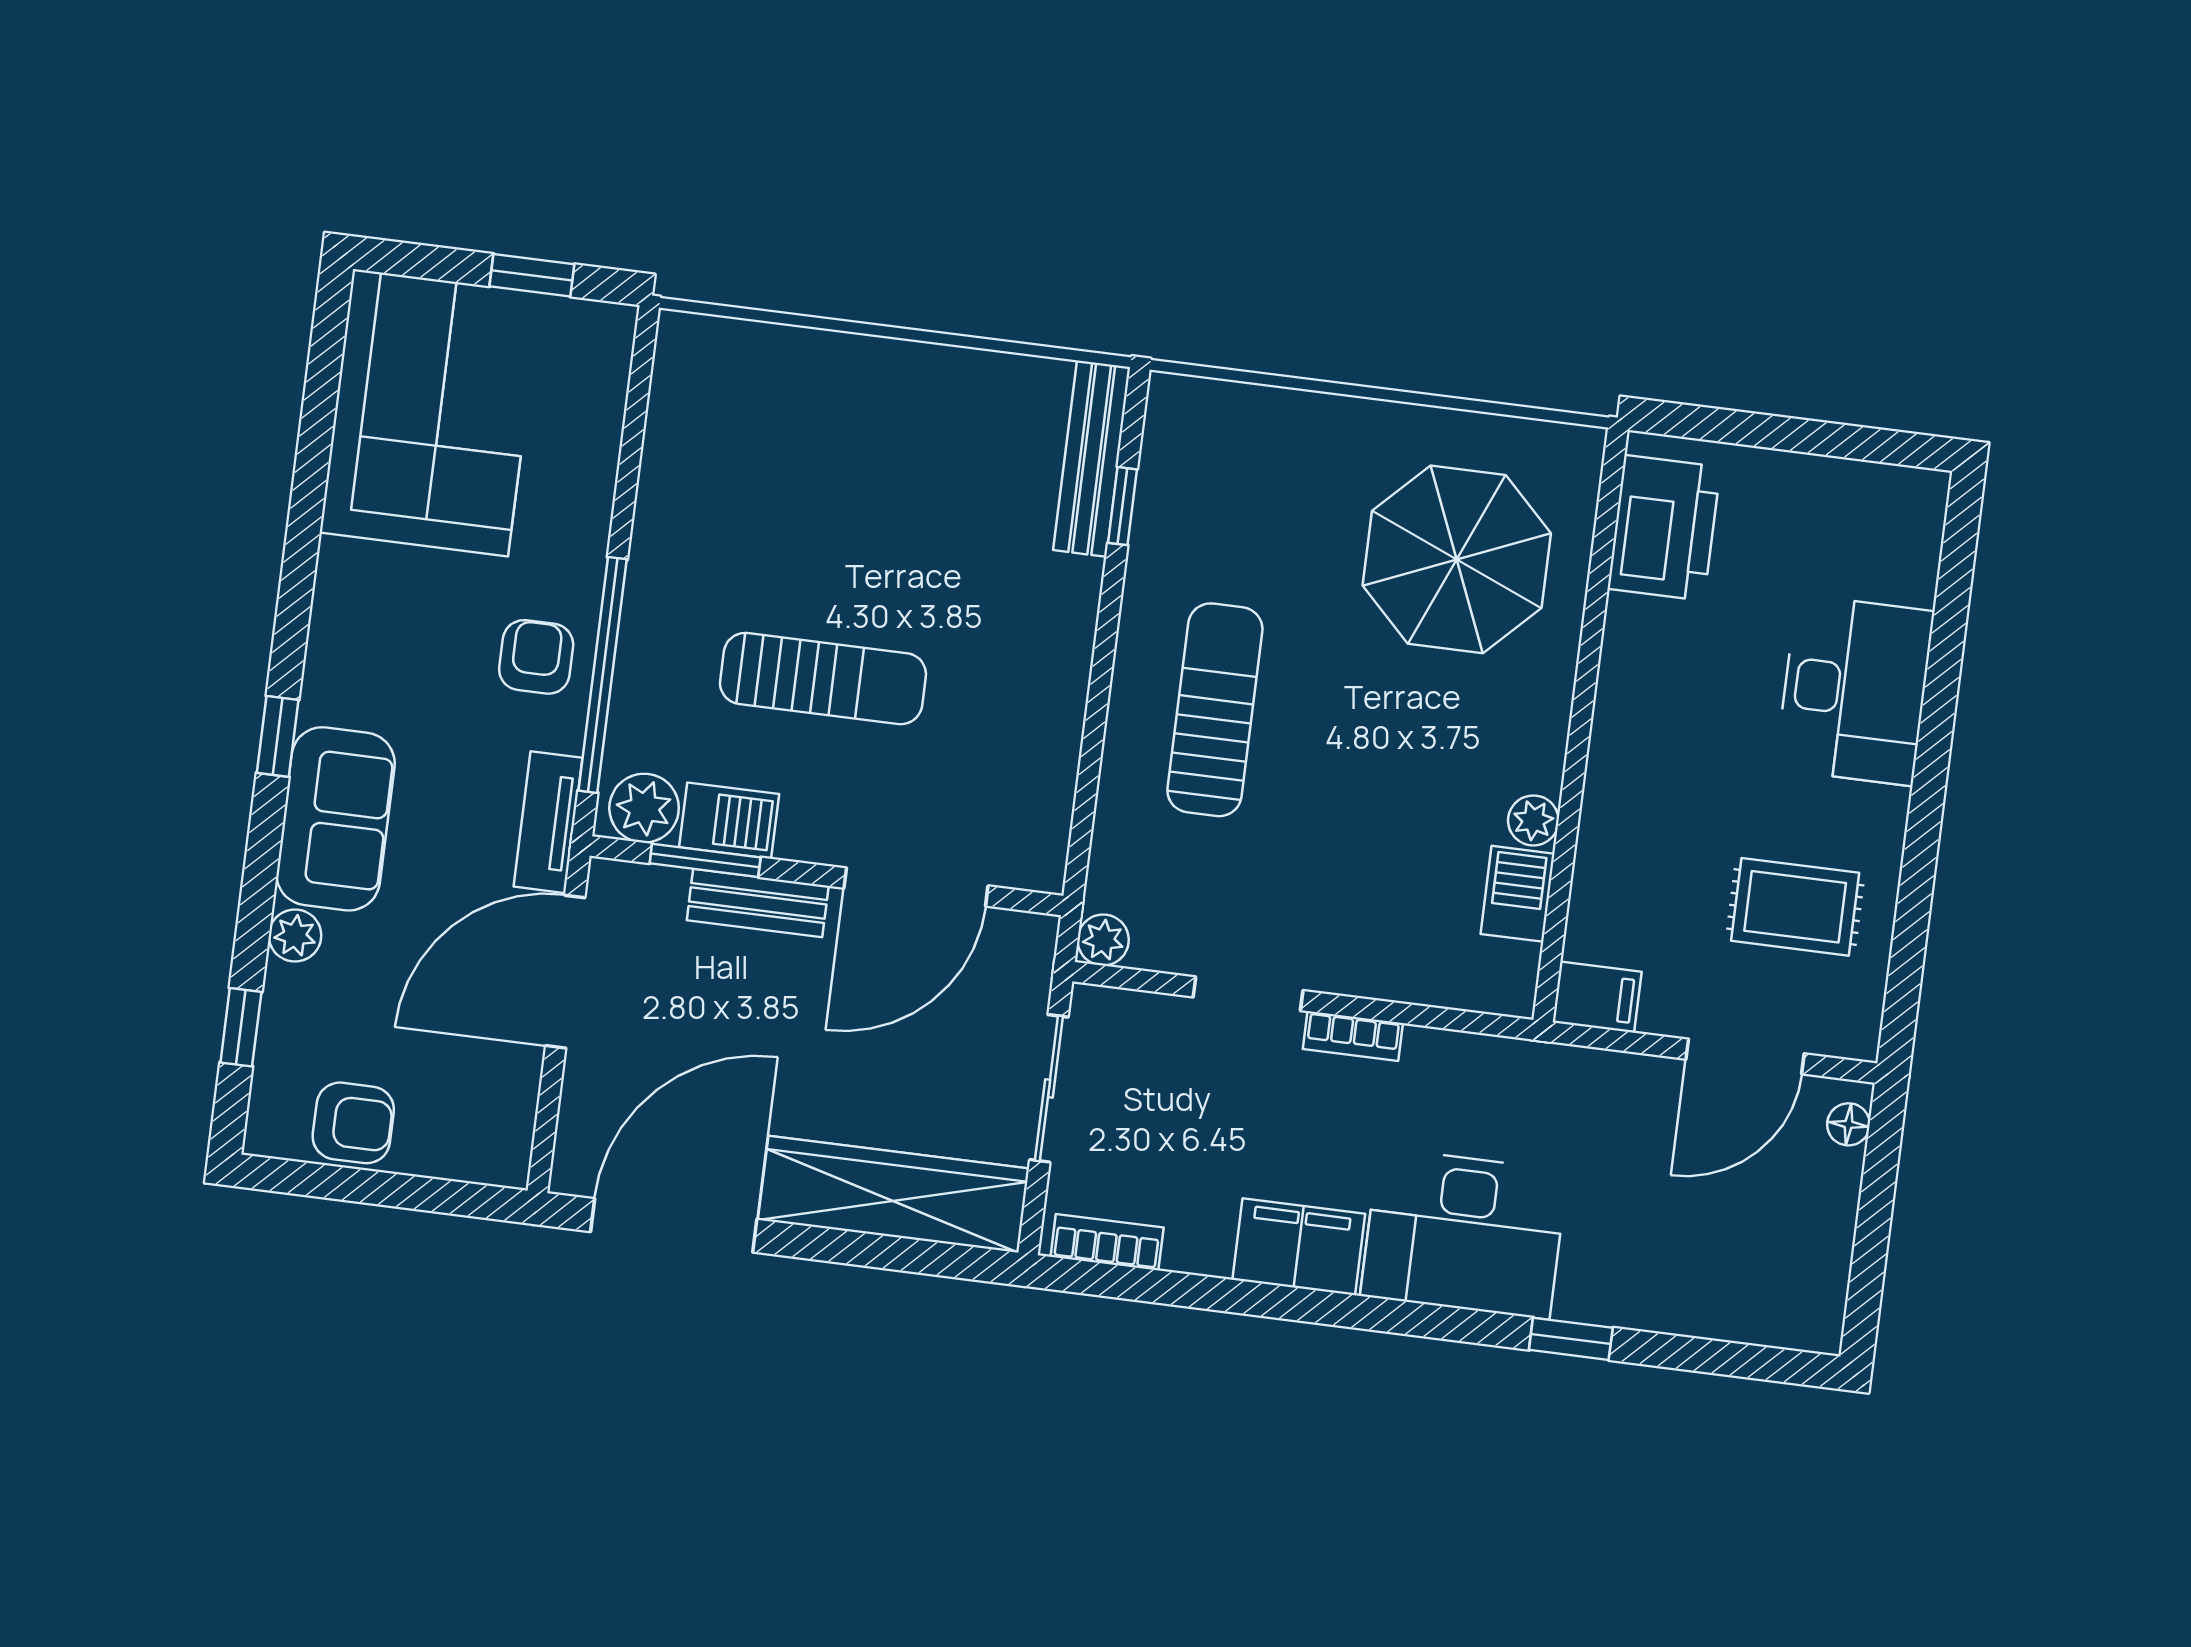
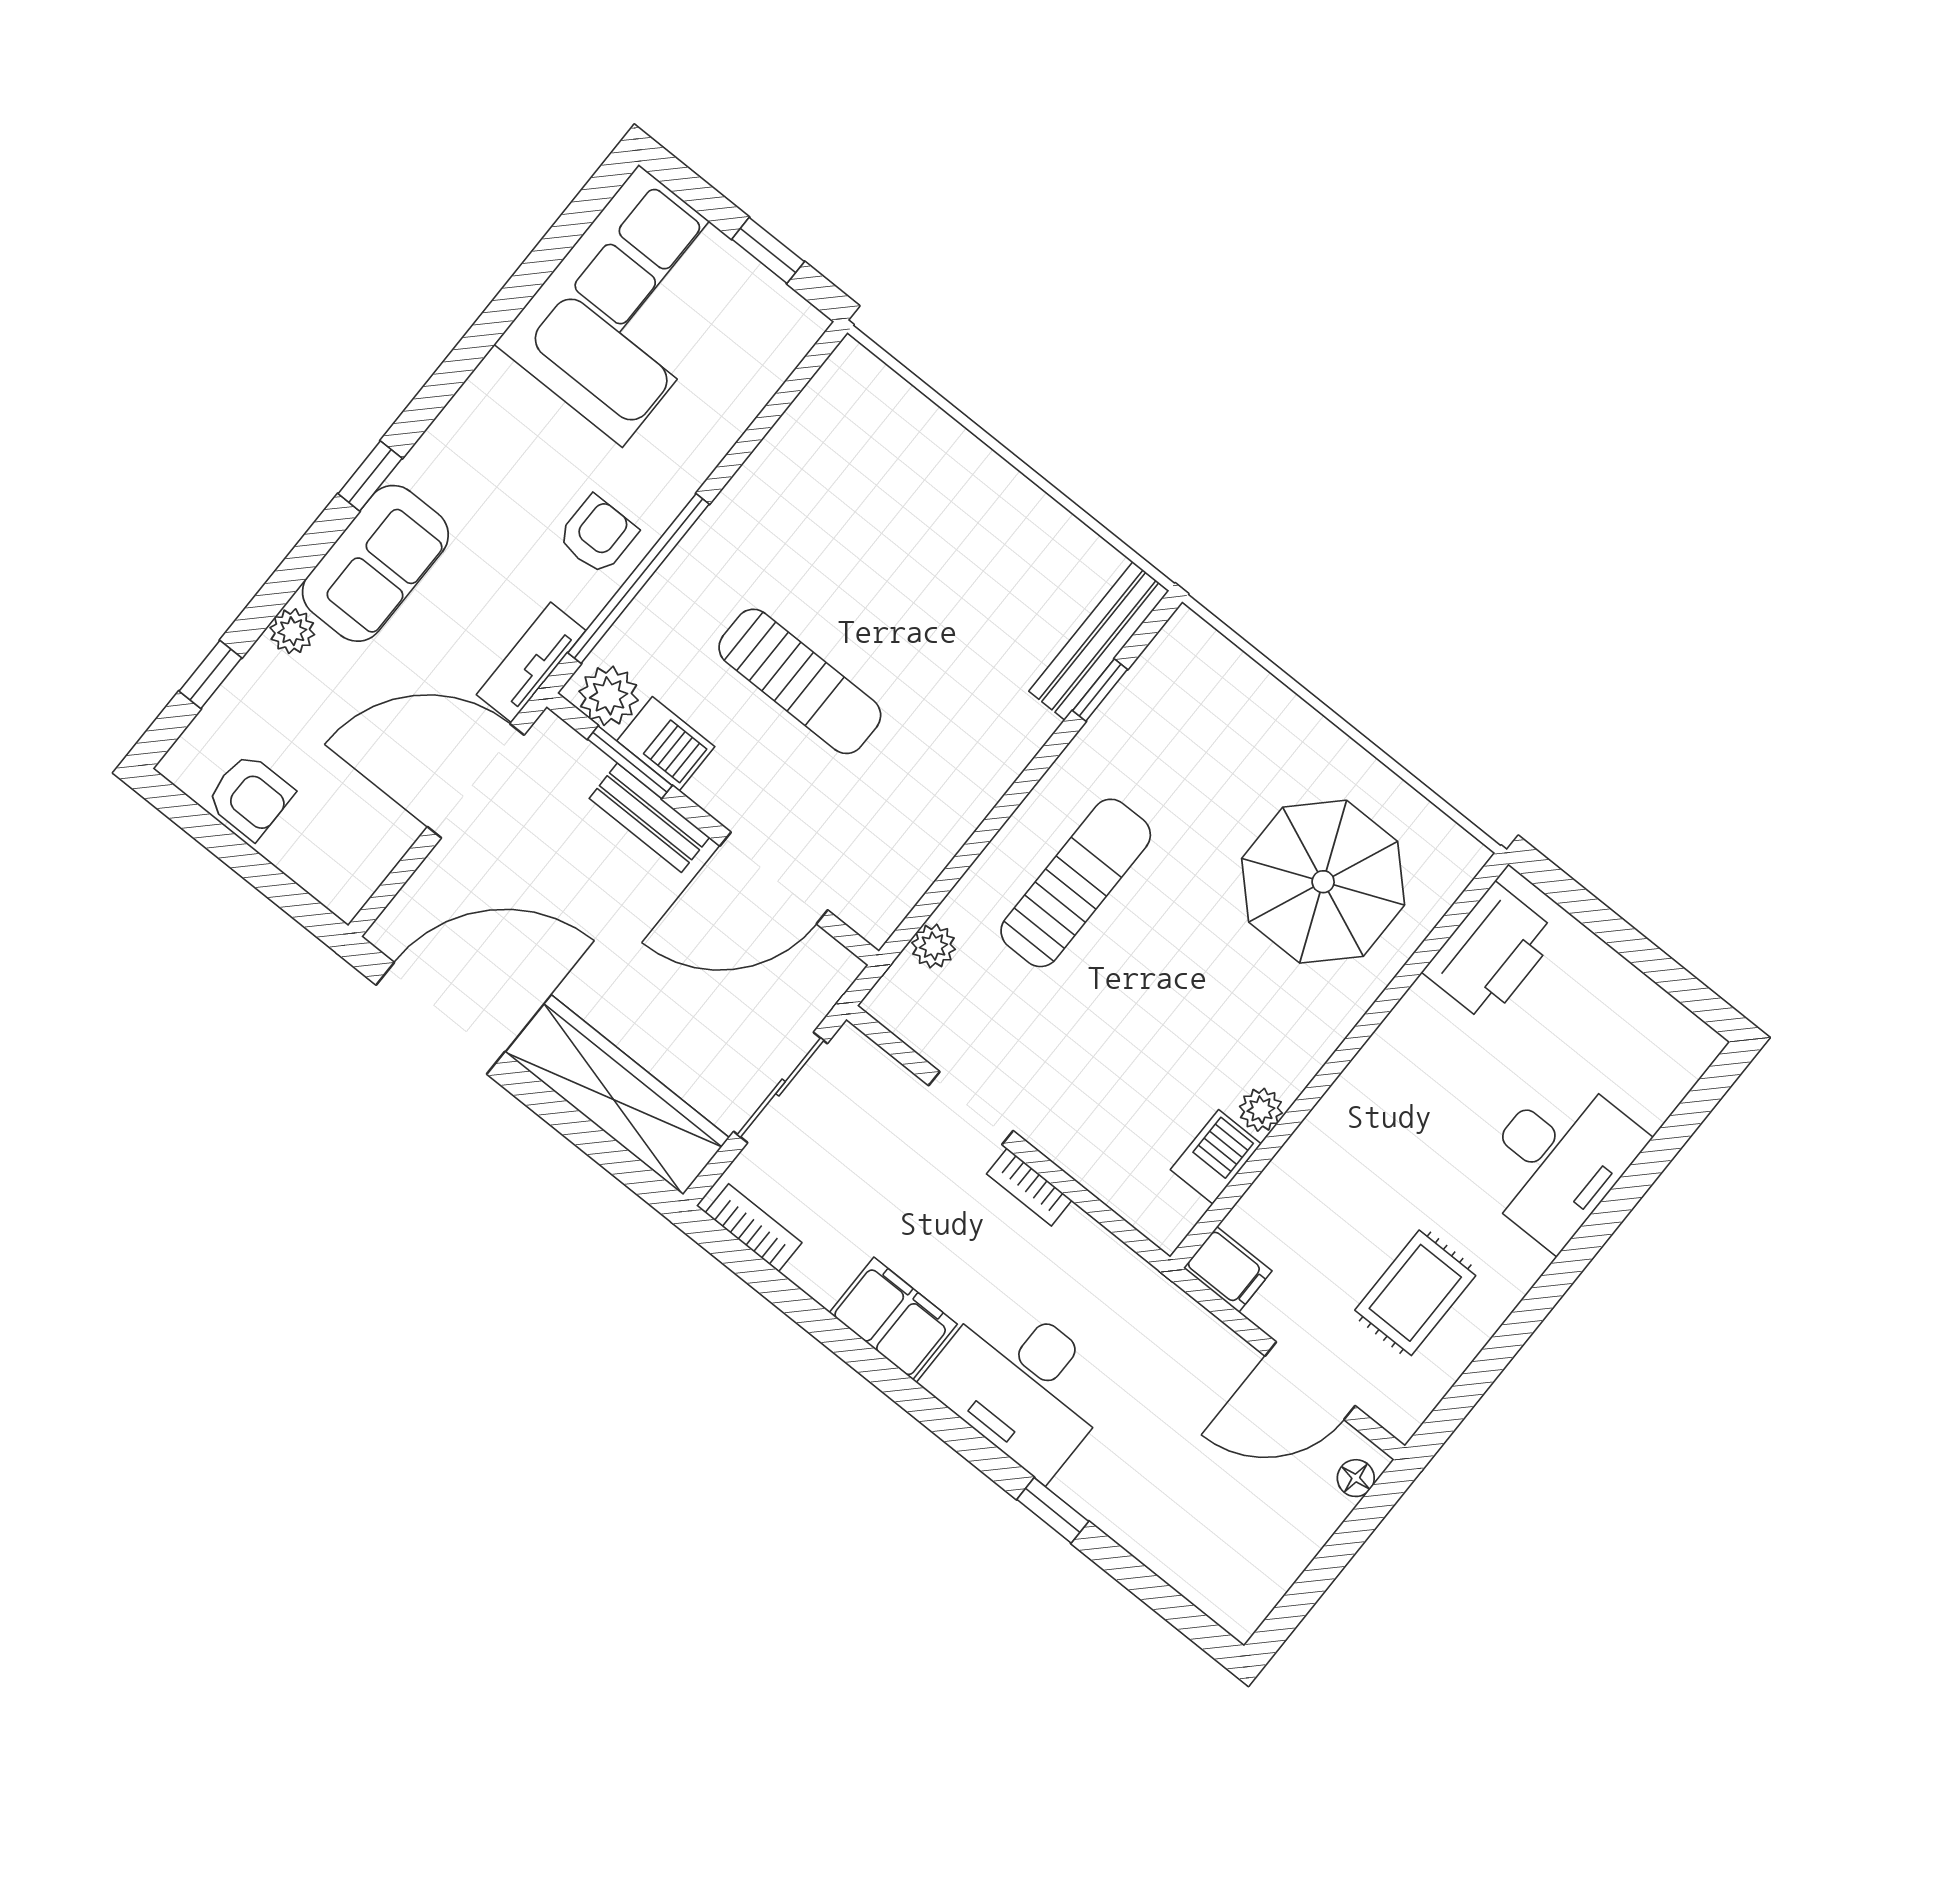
rug: (1795, 907) -> (1415, 1293), turned 90
plant: (1103, 940) -> (933, 946), moved

